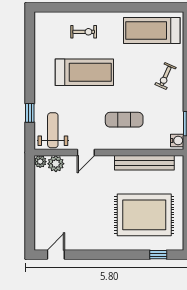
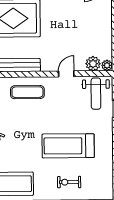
exercise mat: (124, 120) -> (27, 92), moved

